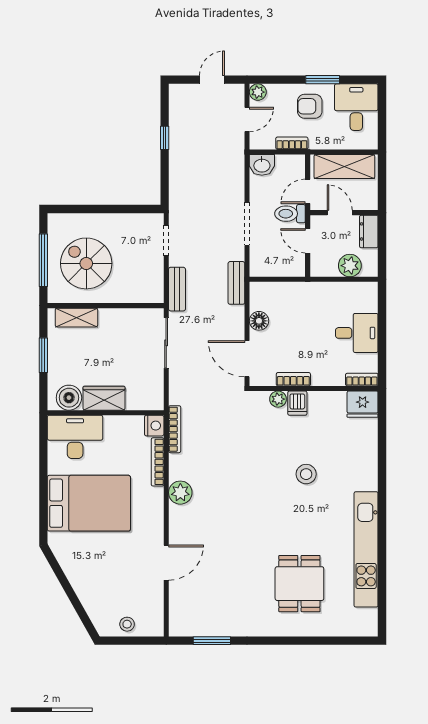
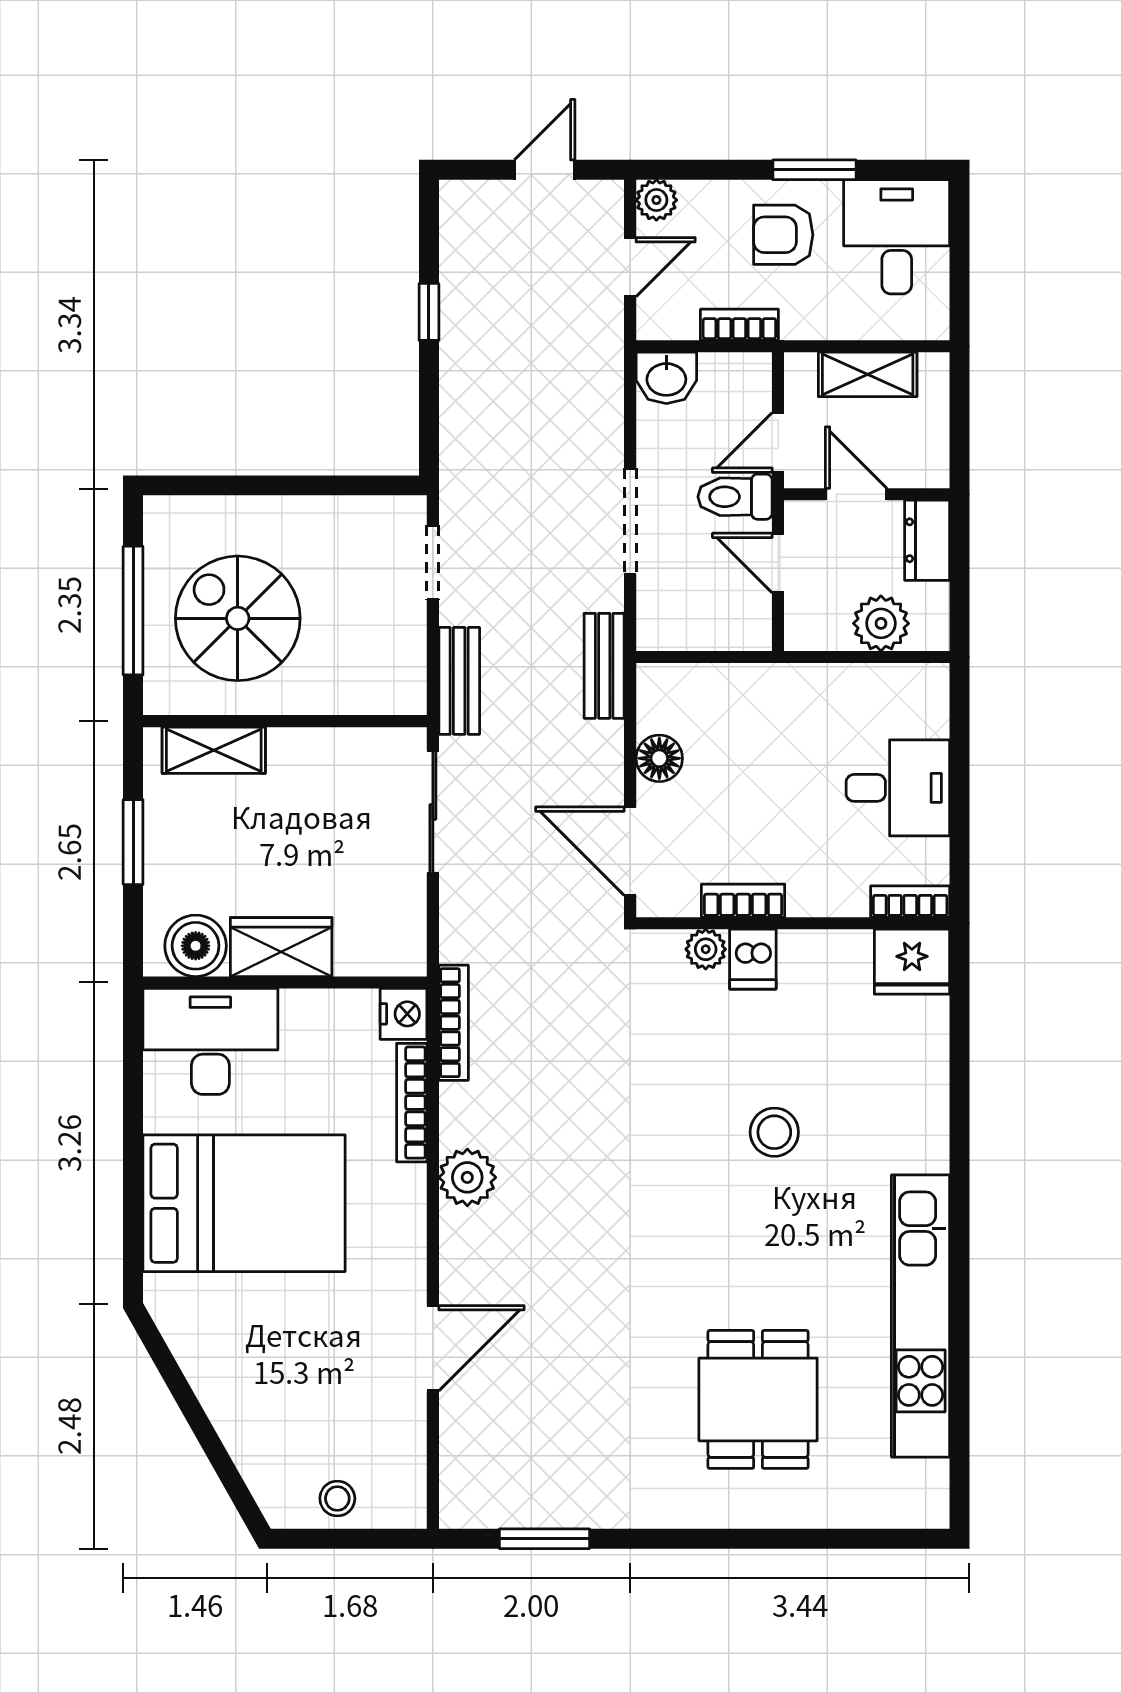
shelving: (344, 167) -> (868, 374), width x0.67, depth x0.75

